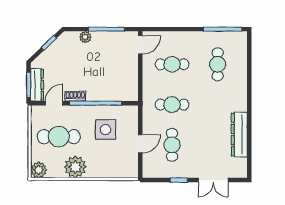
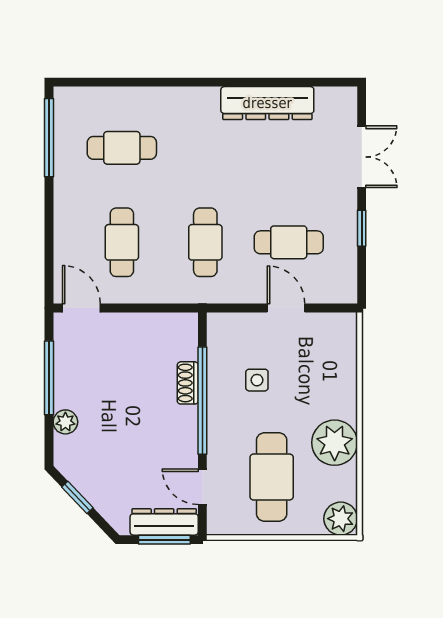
shoe rack: (75, 96) -> (188, 383), moved
side table: (106, 130) -> (257, 380), width x0.54, depth x0.54

